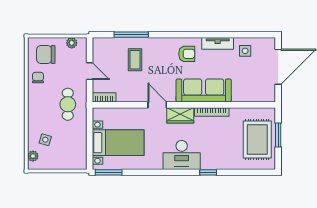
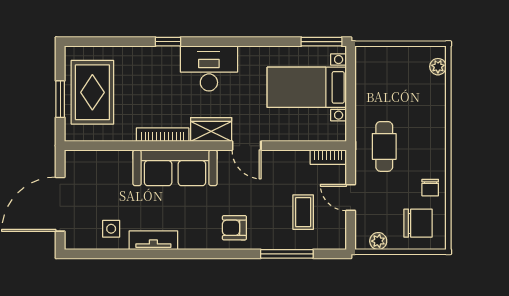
armchair: (187, 54) -> (234, 228), moved
coffee table: (135, 60) -> (303, 212), moved
side table: (45, 140) -> (419, 92), removed

